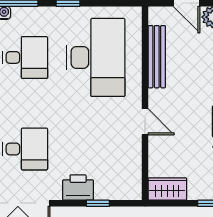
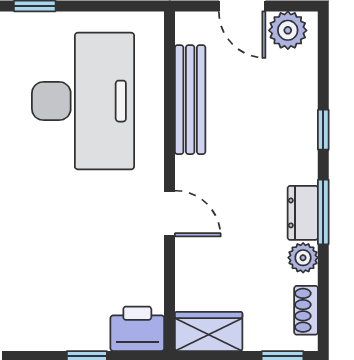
printer: (78, 187) -> (137, 329), moved

